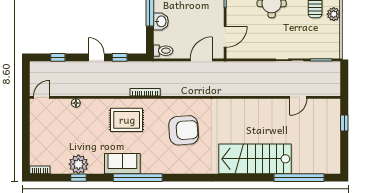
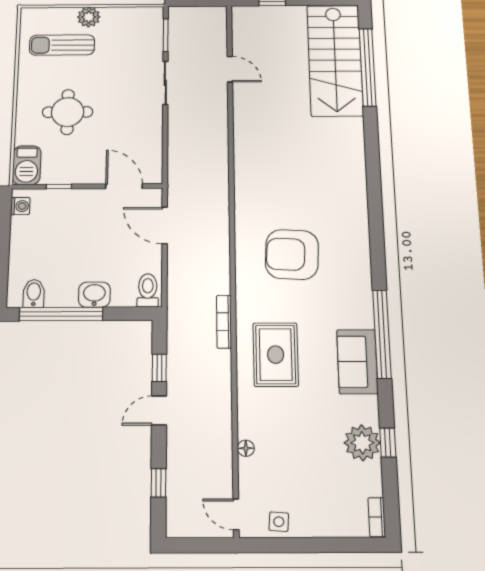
side table: (38, 119) -> (279, 522), added
armchair: (184, 130) -> (292, 255), turned -83
stairs: (255, 159) -> (335, 60), moved

